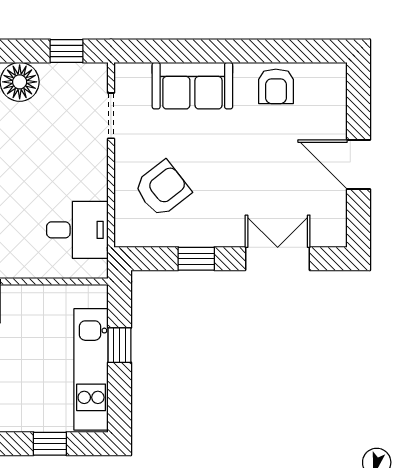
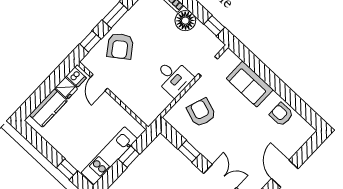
armchair: (276, 86) -> (281, 114), turned 90
armchair: (162, 189) -> (201, 112), turned -123
desk: (77, 230) -> (173, 77), moved

